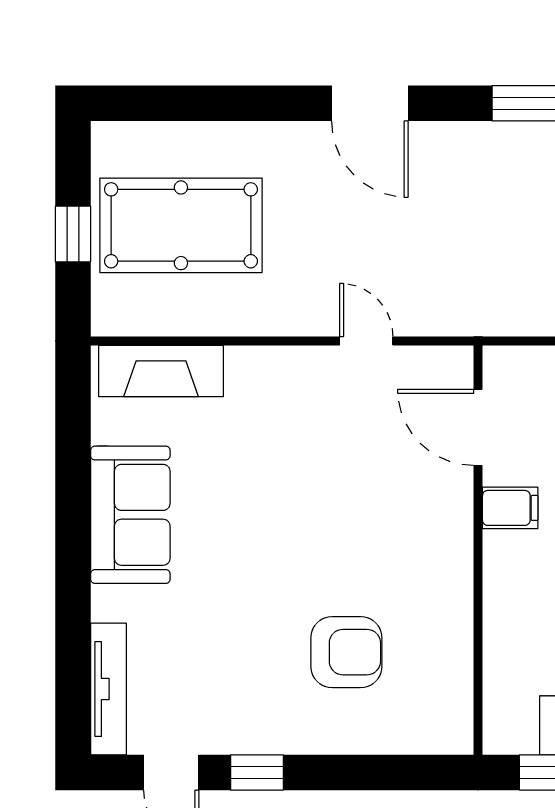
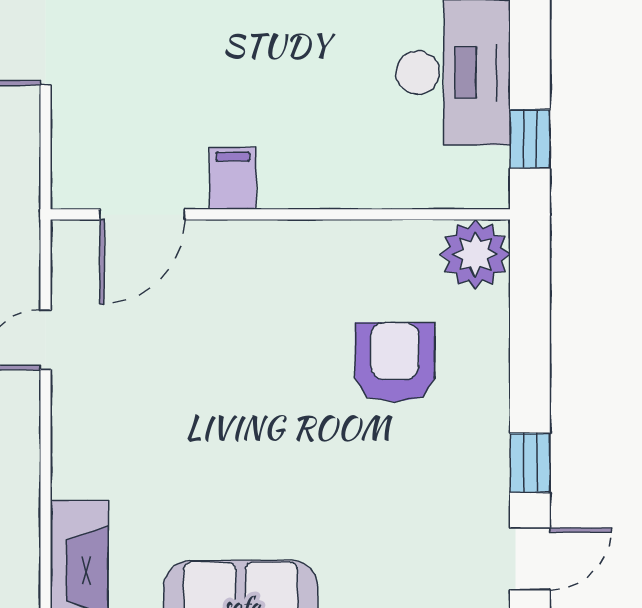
plant: (443, 724) -> (475, 254), added

